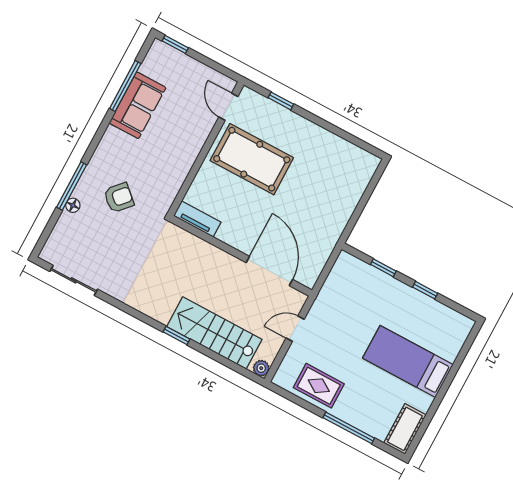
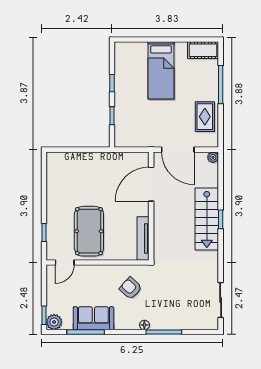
plant: (160, 52) -> (54, 322), added
armchair: (119, 198) -> (131, 288), moved
floor lamp: (73, 205) -> (144, 325), moved
tv unit: (197, 219) -> (143, 239), width x1.41
door: (295, 329) -> (178, 150), width x1.88
stairs: (214, 333) -> (207, 219), moved

